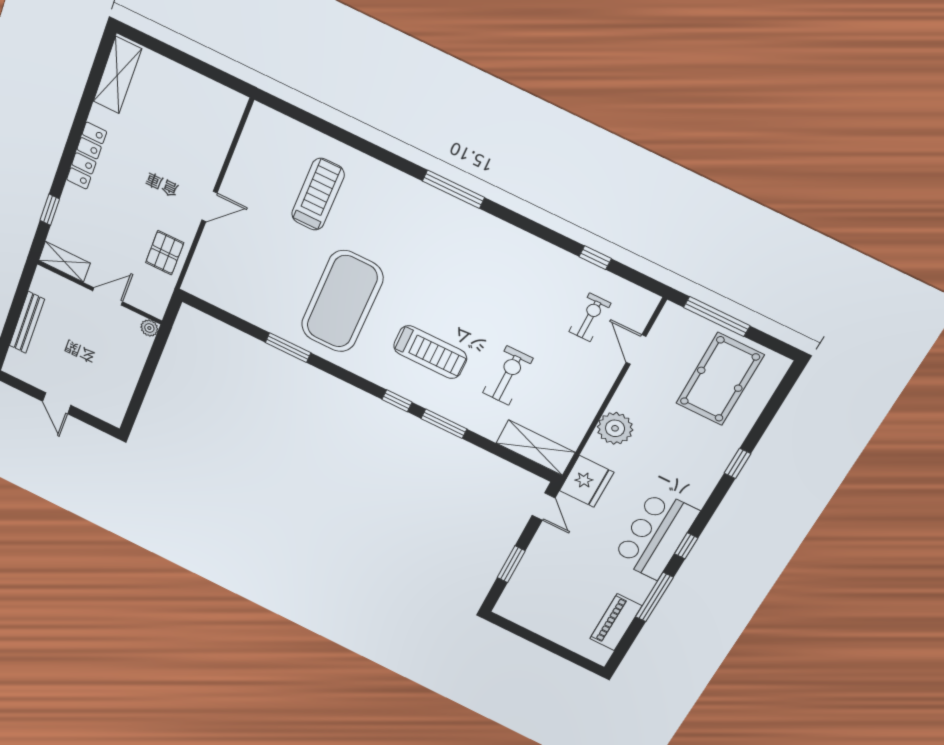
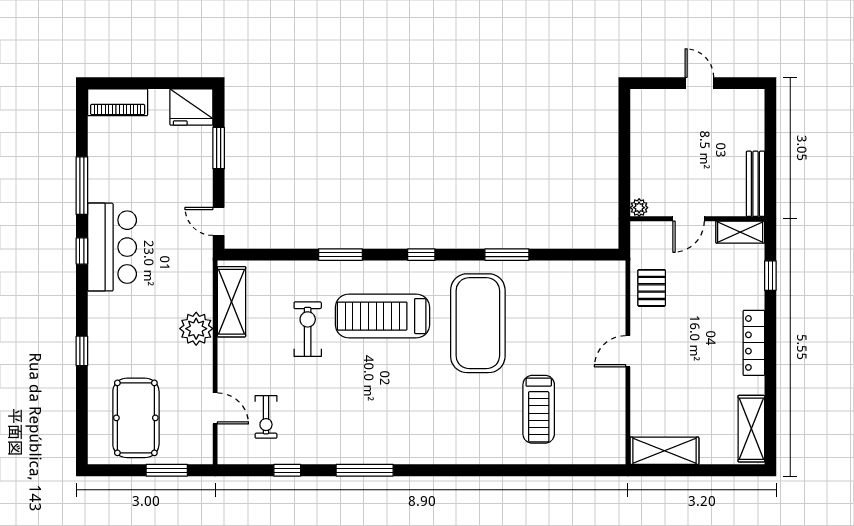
shelving: (210, 95) -> (664, 451), added
window: (454, 189) -> (365, 470), moved
window: (717, 317) -> (167, 470), width x0.69
bench: (27, 322) -> (755, 184), moved
treadmill: (430, 352) -> (382, 316), width x1.37, depth x1.38
exercise bike: (508, 376) -> (308, 329), turned 180
window: (397, 401) -> (421, 255), moved
shelving: (536, 448) -> (232, 302), moved, turned 90
fridge: (587, 481) -> (191, 107), moved, turned -90
piano: (616, 622) -> (118, 102), moved, turned 90

